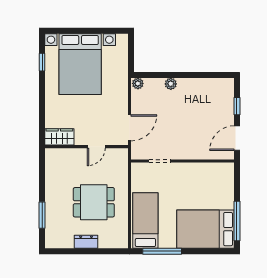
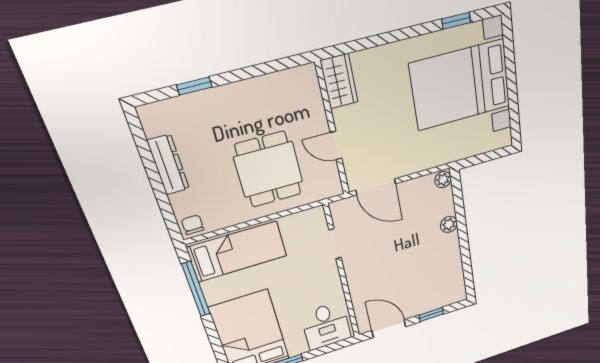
desk: (218, 180) -> (326, 326), added
dining table: (94, 202) -> (268, 170), moved
window: (42, 215) -> (194, 86), width x0.67
chair: (120, 240) -> (193, 225), added
dresser: (86, 242) -> (168, 165), width x1.44

